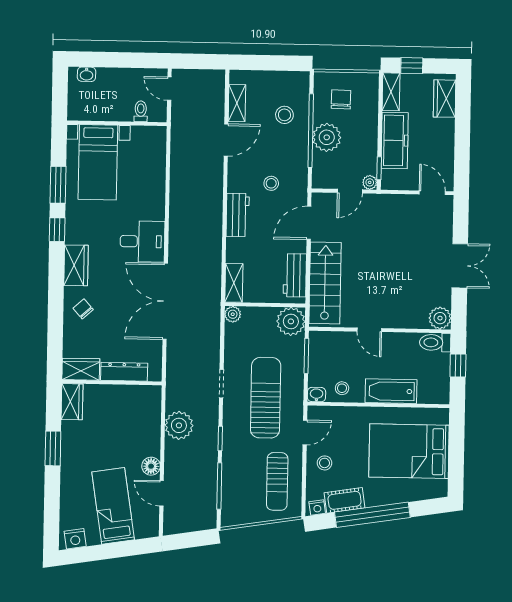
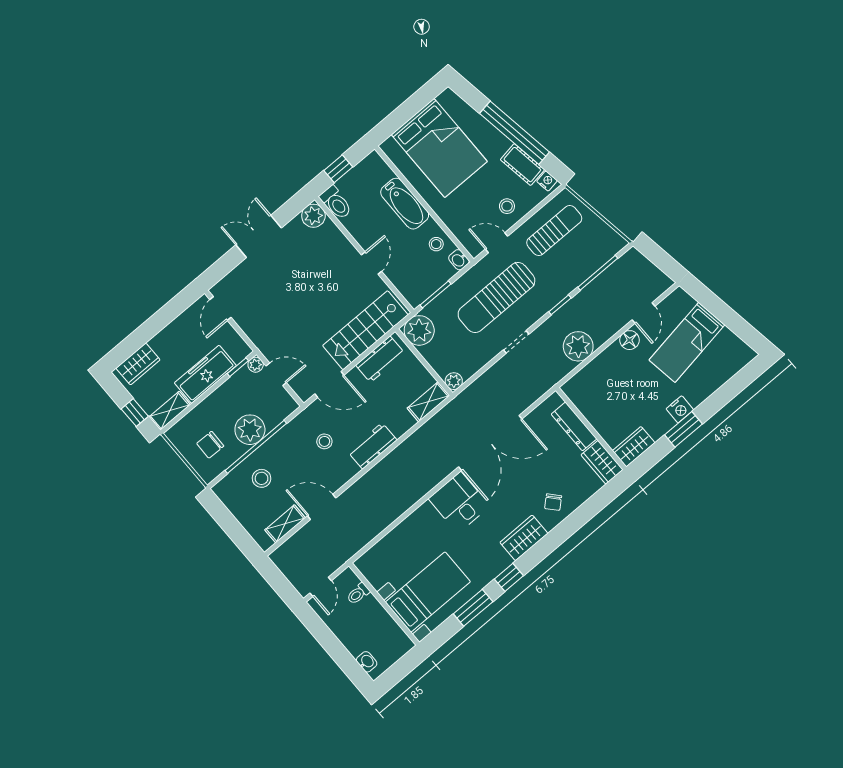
nightstand: (75, 539) -> (680, 409), moved, turned 99

